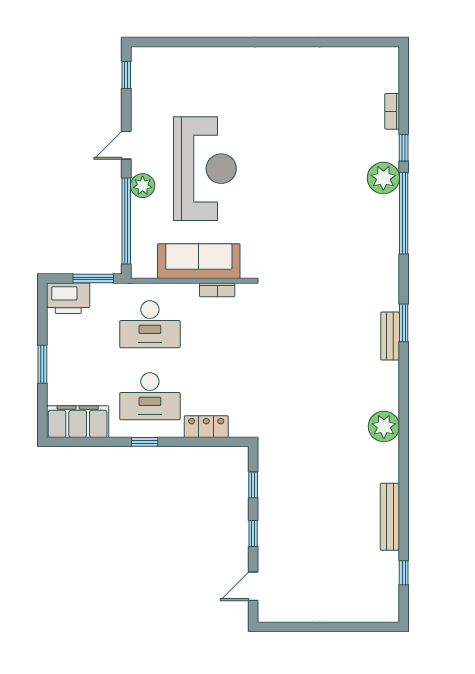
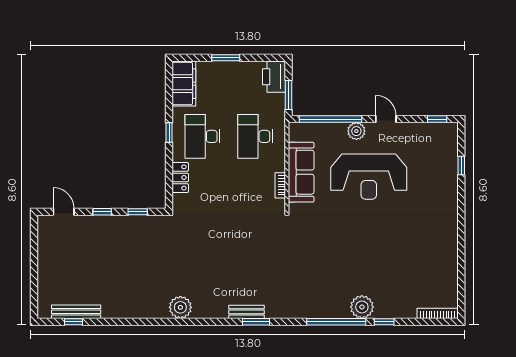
window: (190, 42) -> (461, 165), added
bookcase: (392, 111) -> (438, 313), moved, width x1.56
bench: (390, 517) -> (76, 312), moved

